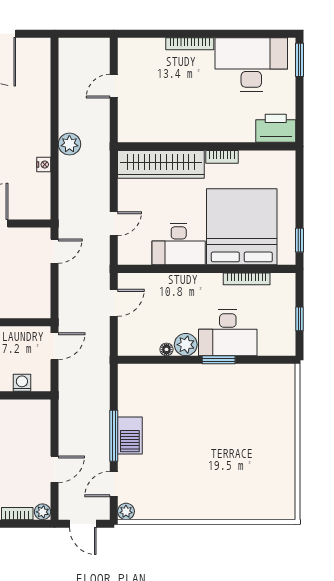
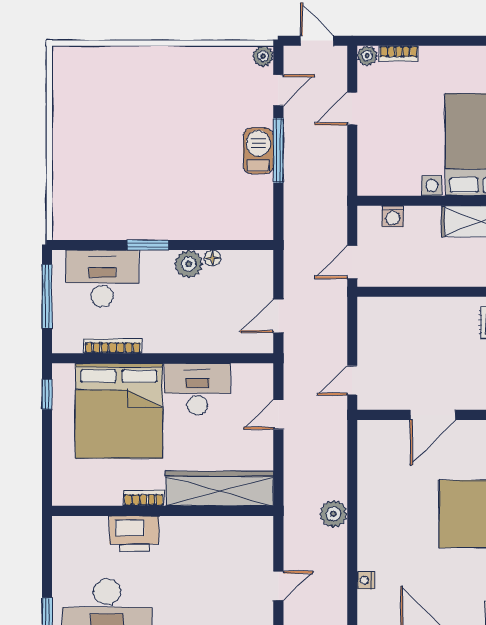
printer: (276, 128) -> (134, 534), moved
nightstand: (44, 165) -> (366, 580), moved
window: (299, 319) -> (47, 296), width x2.17
desk: (228, 333) -> (102, 279), moved

